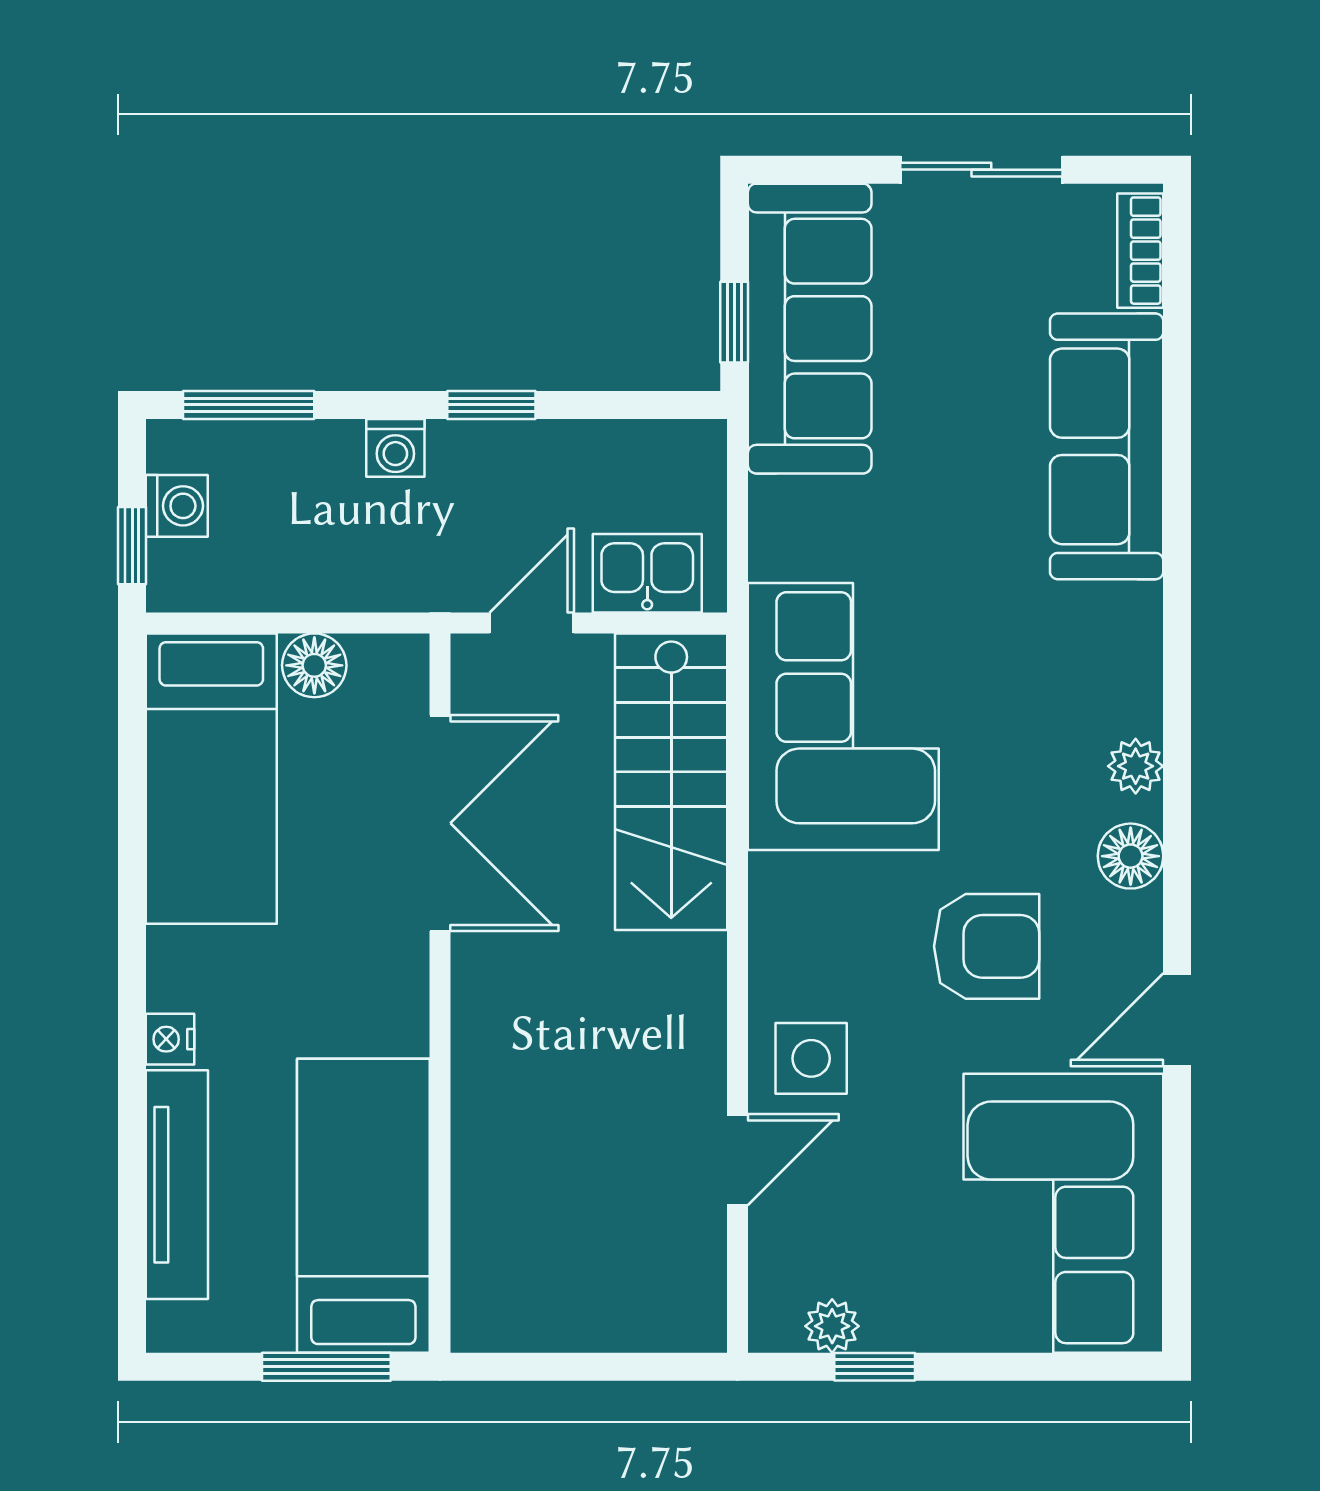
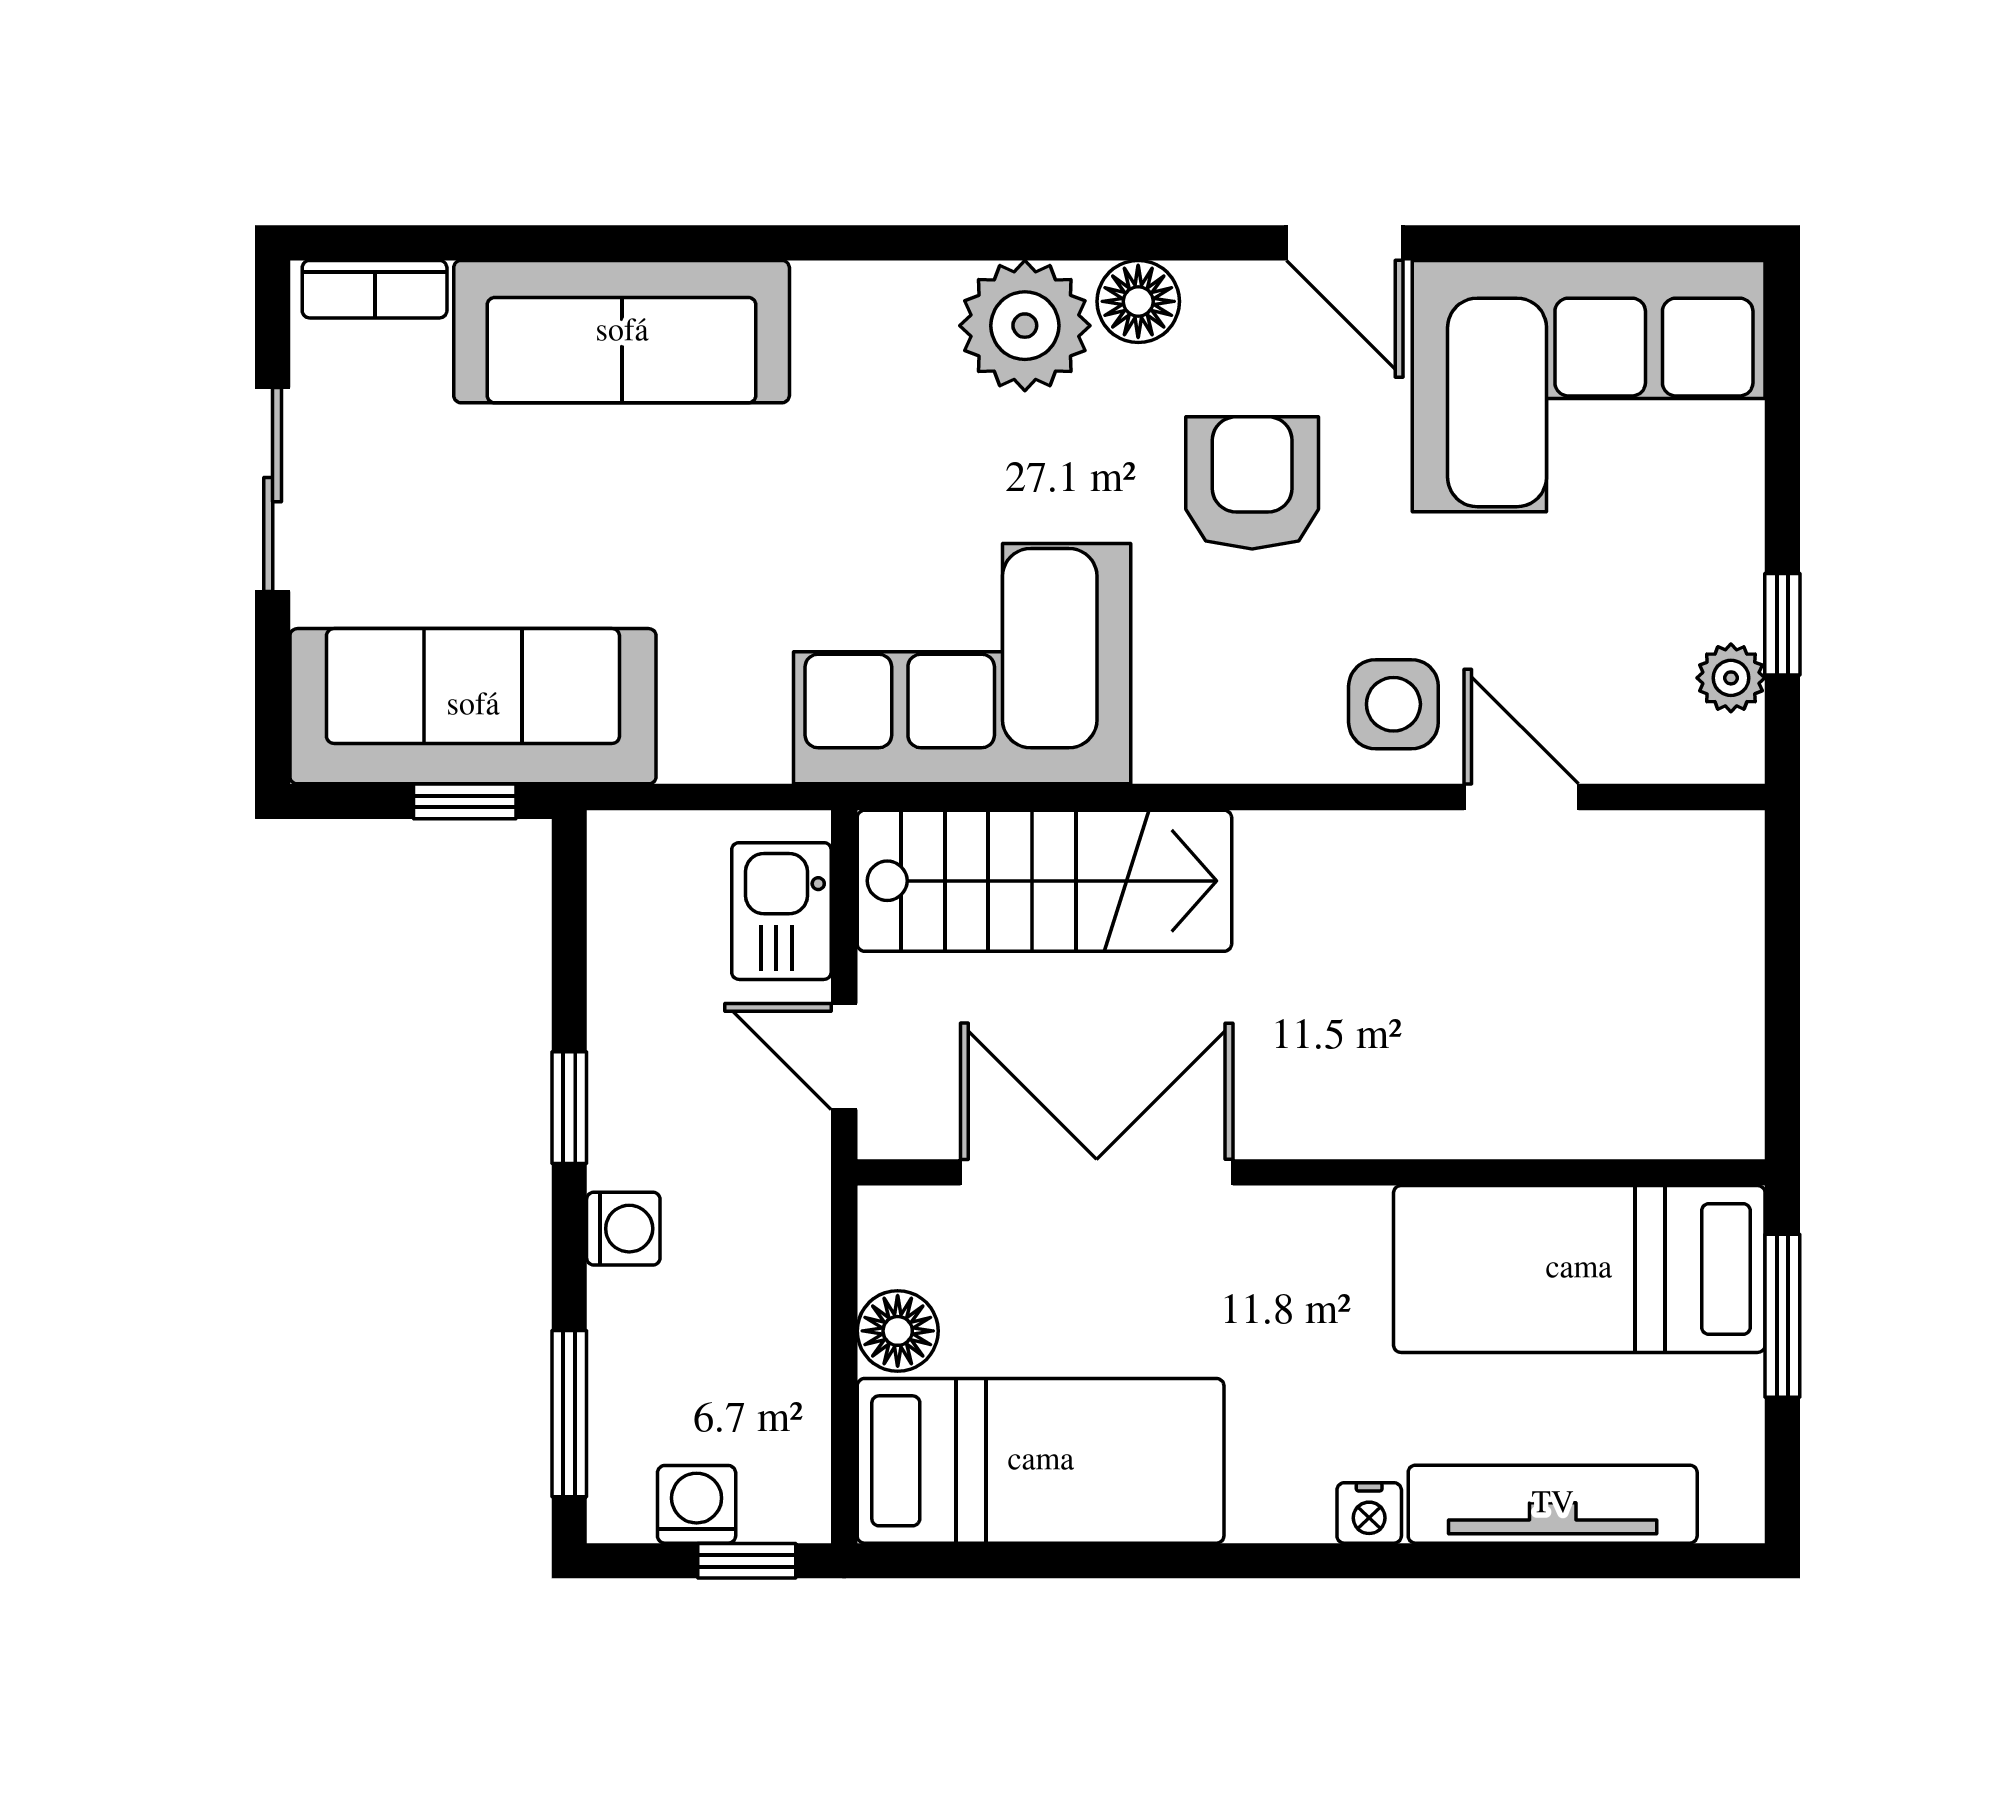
plant: (1136, 766) -> (1025, 326), width x1.88, depth x1.88

